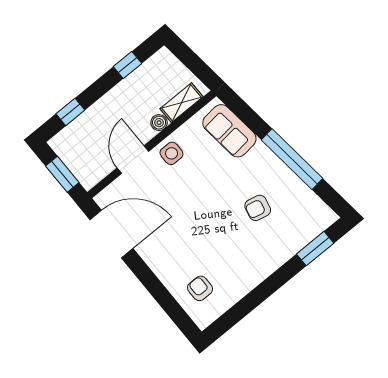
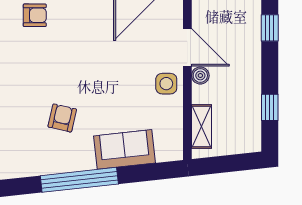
boiler: (159, 123) -> (200, 76), moved
sofa: (229, 131) -> (125, 149), moved

